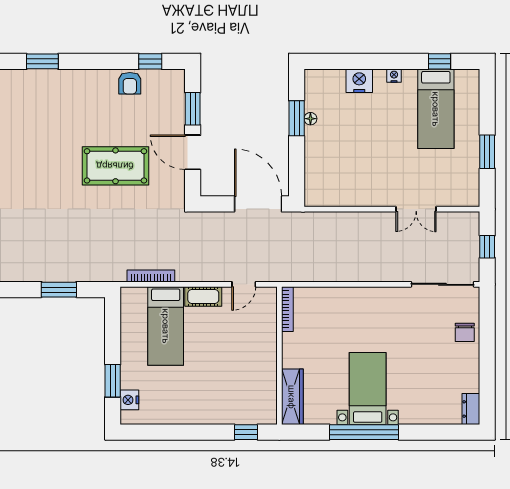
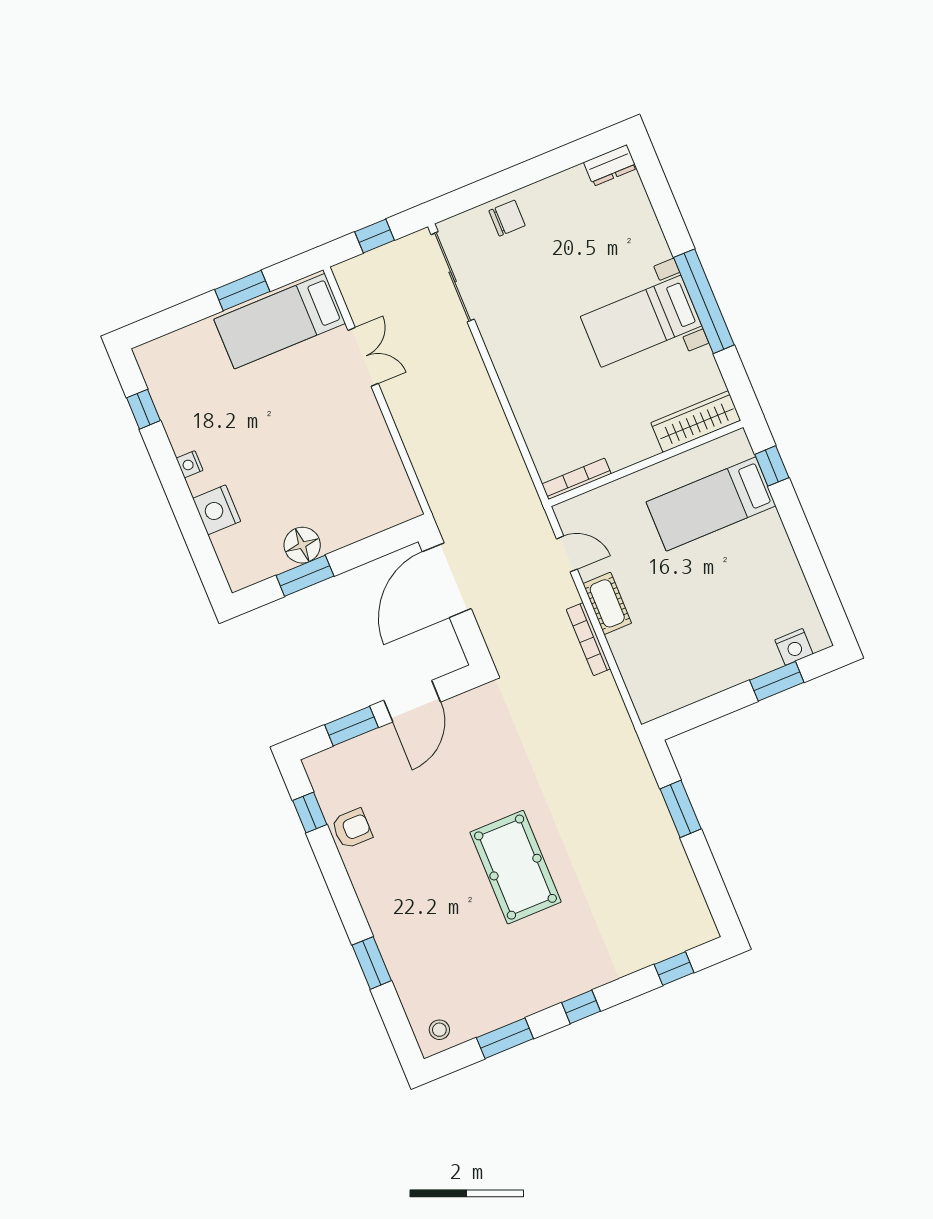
bed: (436, 109) -> (280, 321), moved, turned 180
floor lamp: (310, 119) -> (302, 545), width x1.89, depth x1.89
pool table: (115, 166) -> (515, 867), moved
bookcase: (151, 276) -> (588, 639), moved
bed: (166, 326) -> (711, 504), moved, turned 180

